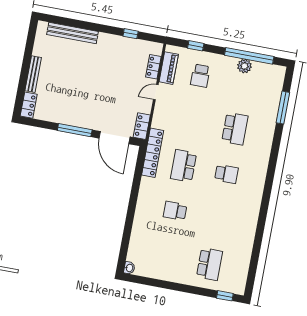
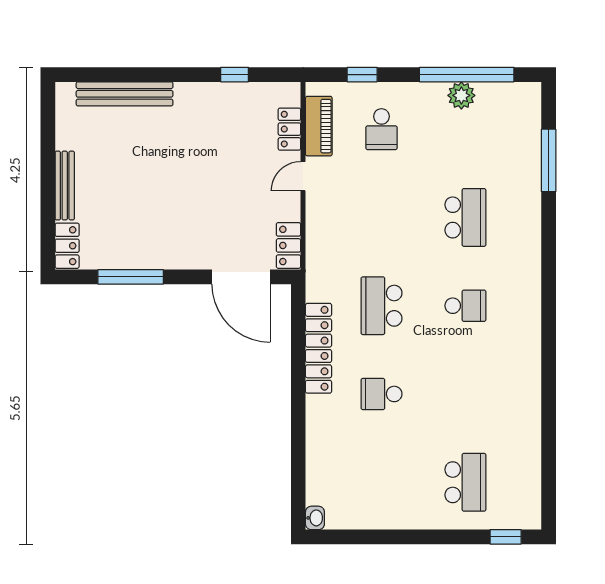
window: (75, 130) -> (131, 277), moved
locker: (153, 153) -> (319, 348), moved

